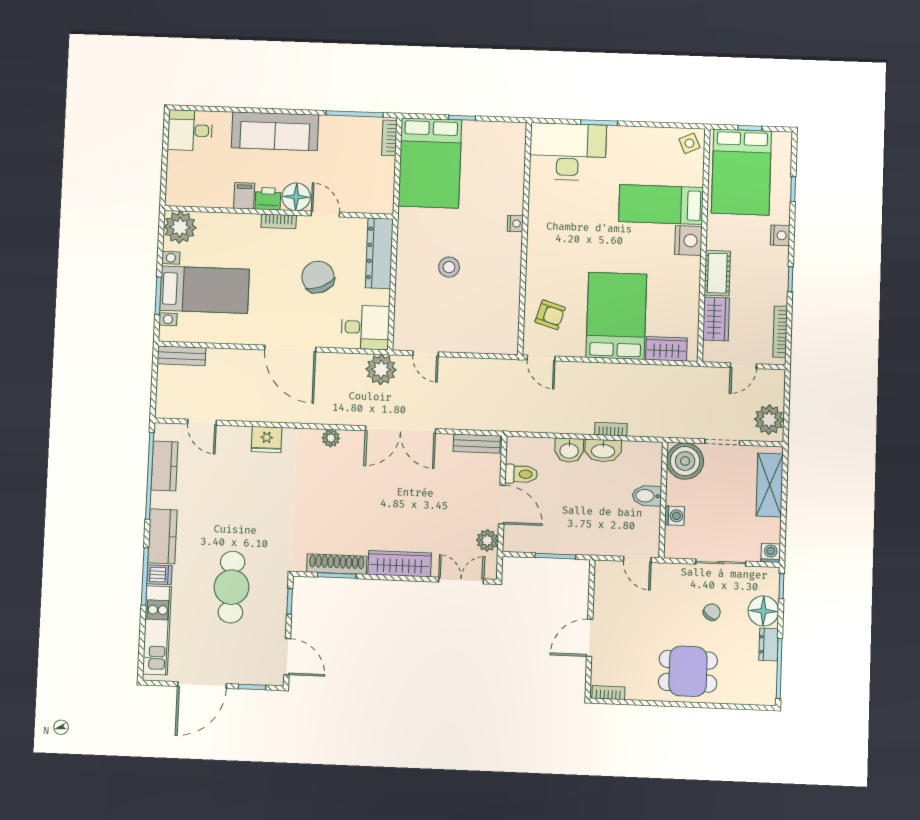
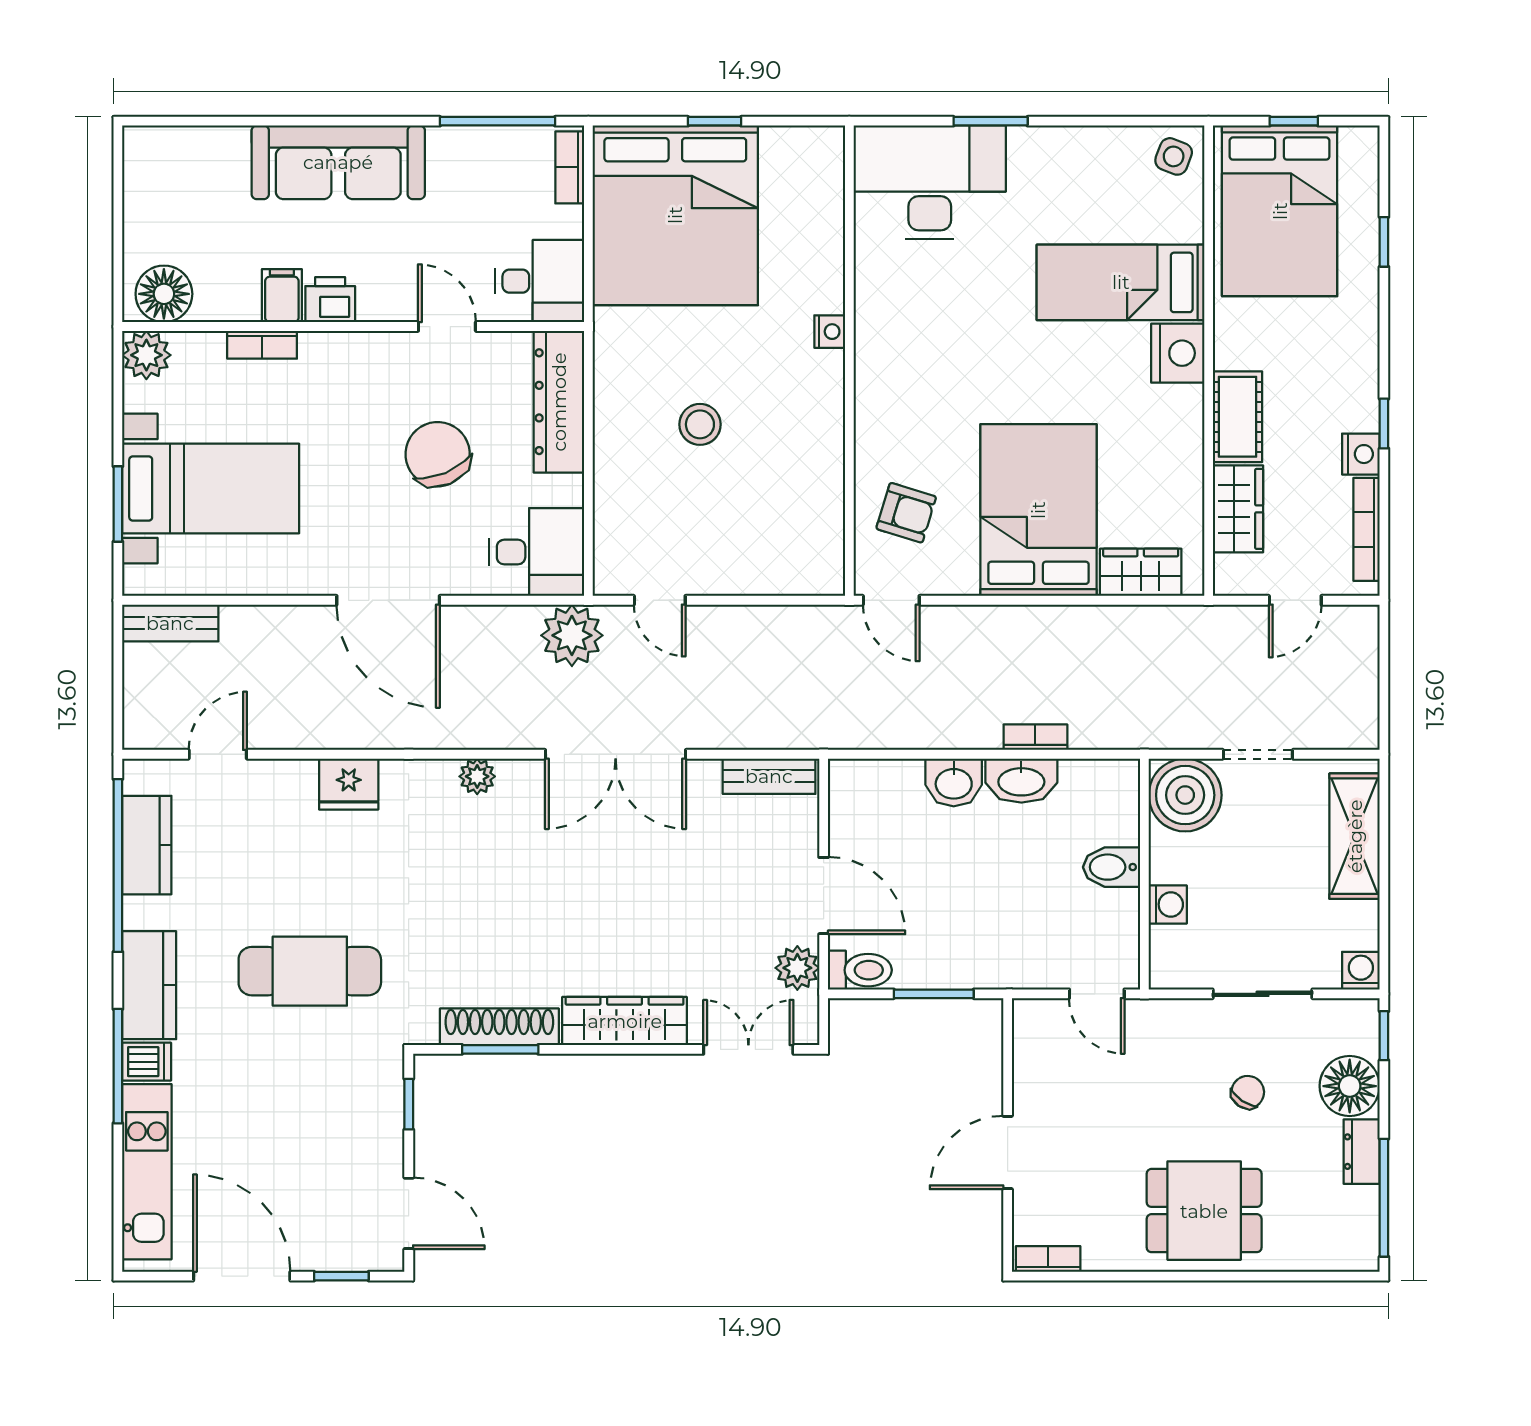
desk: (190, 130) -> (540, 281), moved, turned 180
side table: (689, 143) -> (1174, 156), turned 45
bed: (430, 163) -> (675, 215), width x1.36
floor lamp: (296, 197) -> (164, 294), moved
bookcase: (279, 221) -> (262, 345), moved
plant: (180, 227) -> (146, 355), width x0.73, depth x0.73
nightstand: (780, 235) -> (1361, 454), moved
plant: (769, 420) -> (1350, 706), removed
door: (202, 422) -> (218, 754), swing flipped
toilet: (521, 474) -> (860, 970), moved
cafe table: (232, 587) -> (310, 971), moved, turned 90
door: (202, 685) -> (242, 1276), swing flipped

